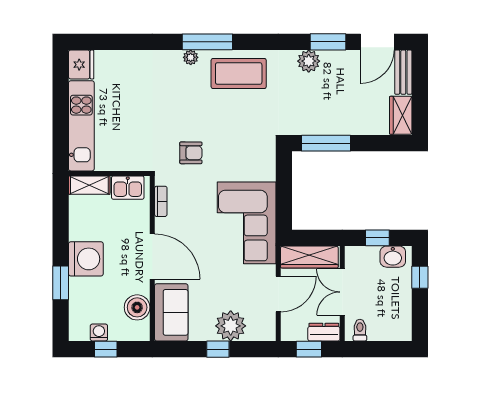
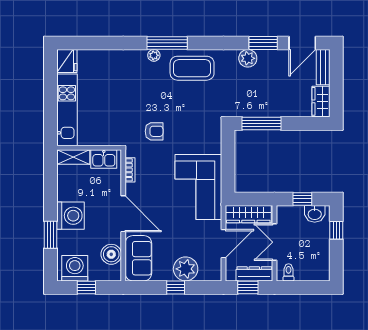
washing machine: (99, 332) -> (75, 268), width x1.89, depth x1.89
dresser: (324, 332) -> (254, 274), width x1.44

